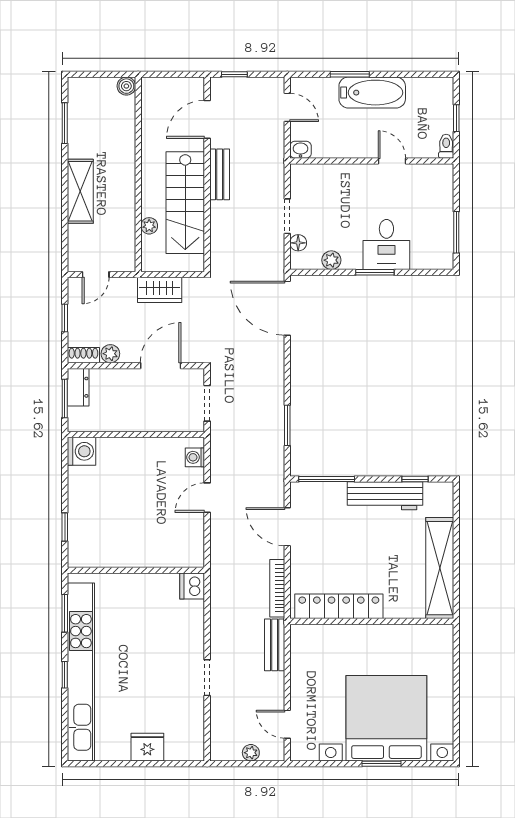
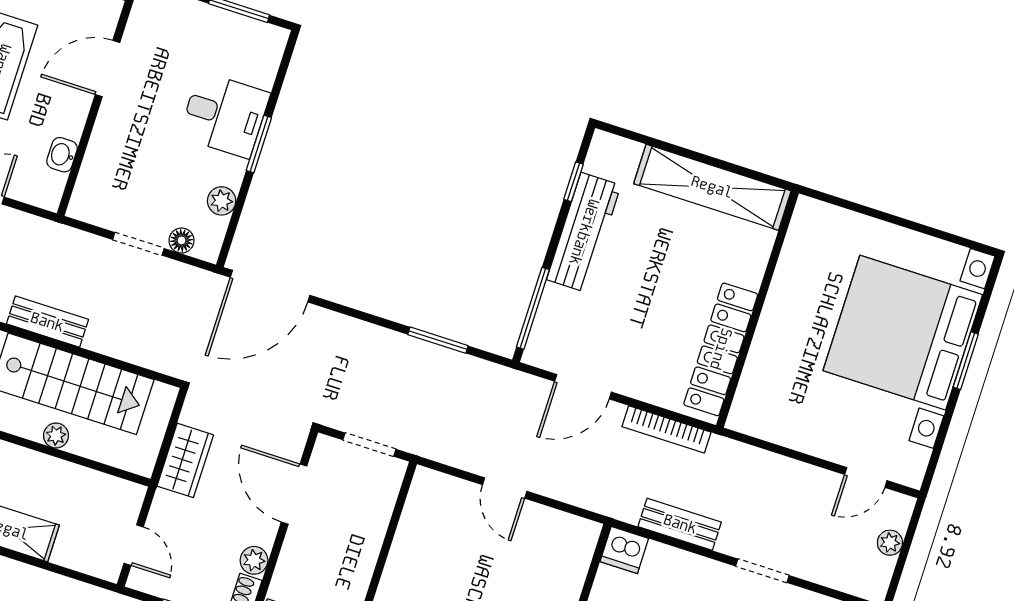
washbasin: (301, 150) -> (62, 155), moved
door: (392, 161) -> (107, 69), width x1.38
plant: (149, 226) -> (56, 436), moved
washing machine: (195, 457) -> (441, 487), removed
bench: (275, 645) -> (680, 524), moved

